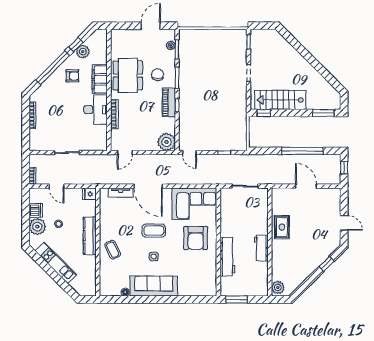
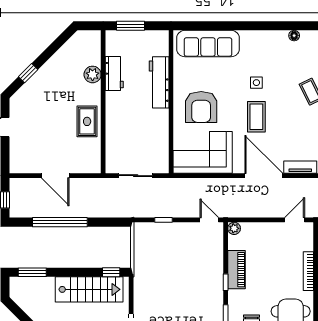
piano: (169, 102) -> (236, 270), moved
plant: (167, 142) -> (234, 228), width x0.53, depth x0.53
coffee table: (154, 231) -> (256, 117), turned 90
armchair: (196, 238) -> (201, 107), turned 180
workbench: (261, 248) -> (114, 73), moved
sofa: (154, 286) -> (208, 44), moved
plant: (278, 287) -> (93, 74), moved
window: (236, 299) -> (131, 26), moved

